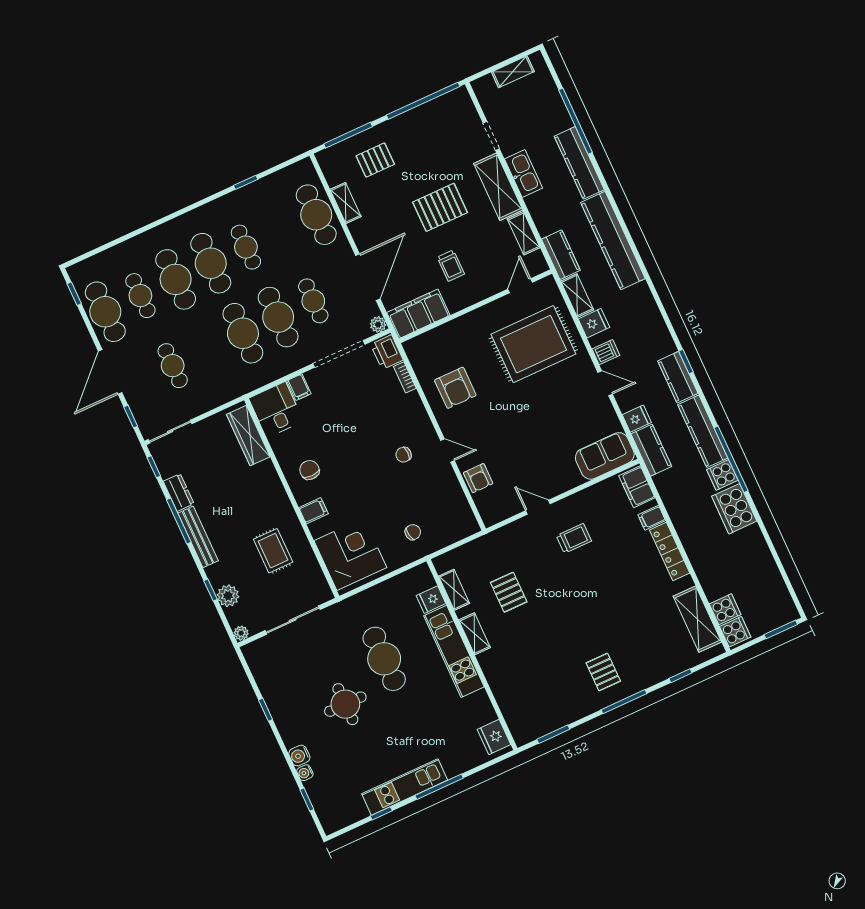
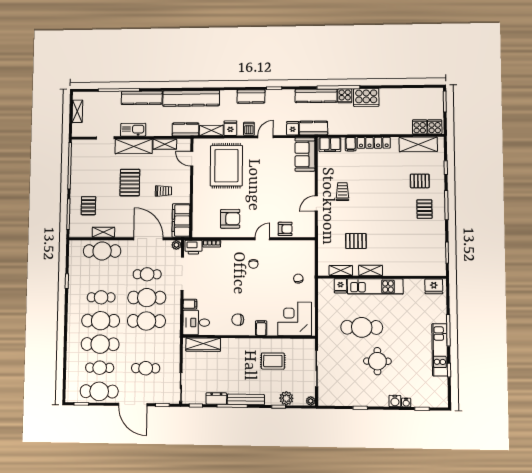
kitchen counter: (678, 377) -> (251, 97), moved
pallet: (643, 646) -> (420, 181), added
pallet: (603, 672) -> (424, 209), turned 90

